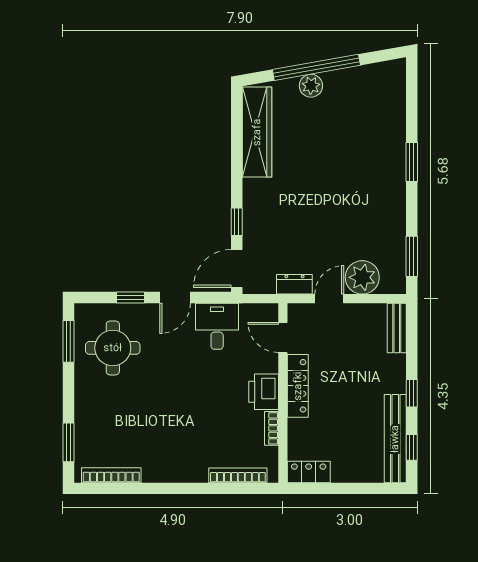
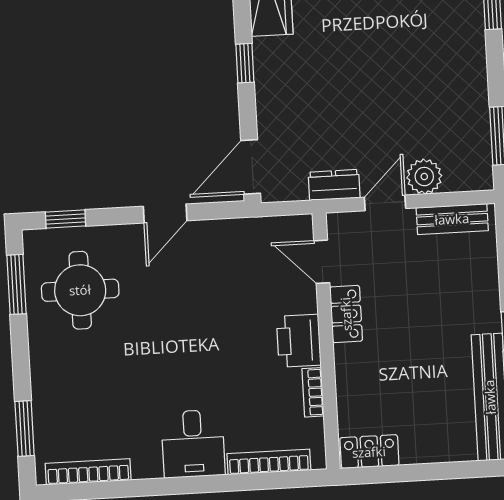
window: (237, 222) -> (245, 63), moved
plant: (362, 277) -> (424, 177), width x0.73, depth x0.73
window: (130, 298) -> (65, 219), moved
desk: (217, 326) -> (193, 444), moved, turned 180
bench: (397, 328) -> (452, 219), moved, turned 90
locker: (298, 386) -> (346, 314), width x0.66

